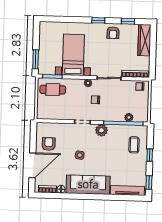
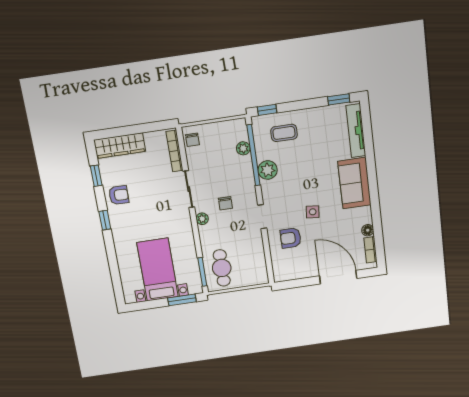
bed with nightstands: (73, 55) -> (158, 270), moved, turned 90
plant: (101, 130) -> (268, 170), moved
armchair: (49, 144) -> (291, 238), moved
window: (150, 155) -> (267, 110), moved
sofa: (88, 185) -> (354, 183), width x0.73

